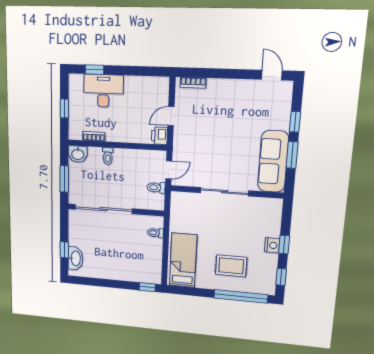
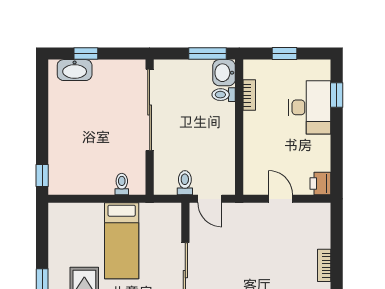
bookcase: (193, 83) -> (324, 265), moved
printer: (159, 136) -> (320, 183), moved, turned -90
toilet: (108, 156) -> (224, 95), moved
window: (64, 179) -> (207, 53), moved
bed: (183, 260) -> (122, 241), moved, turned 90

